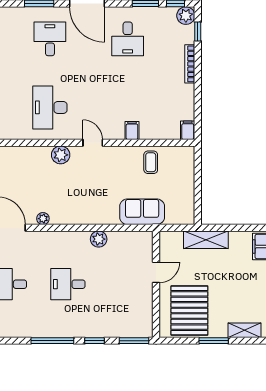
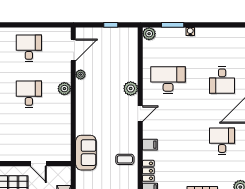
desk: (50, 39) -> (222, 80), turned 90
desk: (128, 39) -> (222, 141), turned 90
locker: (165, 132) -> (148, 171), added
plant: (99, 239) -> (64, 89), moved

